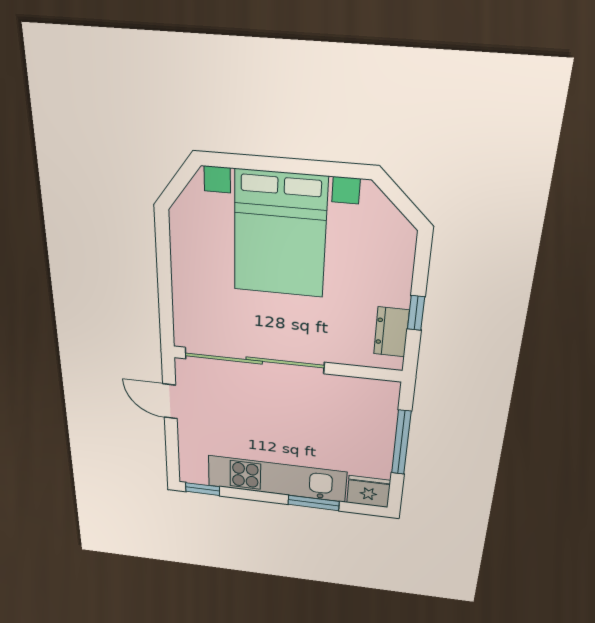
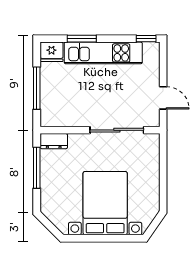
window: (416, 313) -> (37, 168), width x2.17
dresser: (391, 332) -> (54, 141), moved, turned 90
sliding door: (254, 360) -> (117, 130), width x0.73

